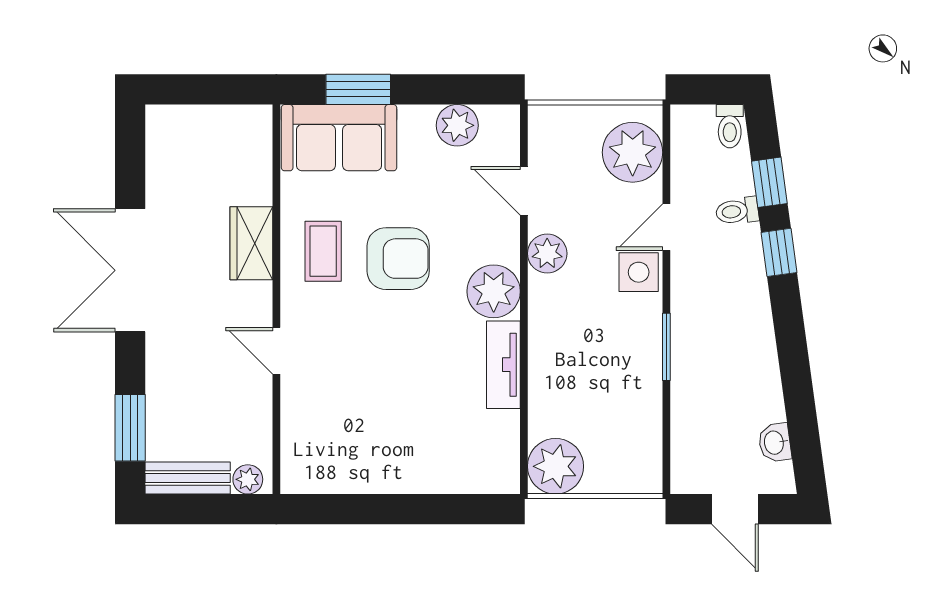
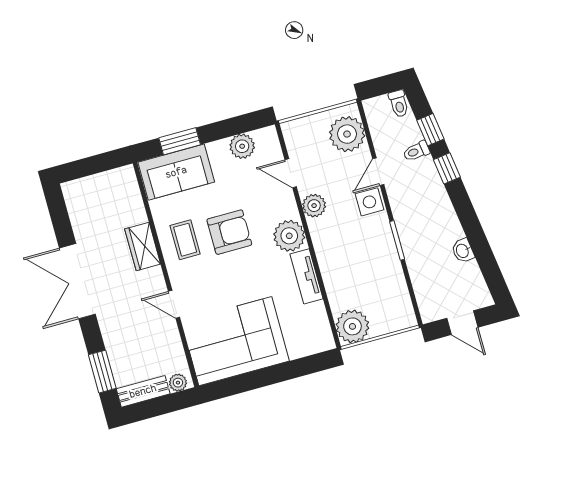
corner sofa: (359, 438) -> (235, 341), added
washbasin: (775, 443) -> (463, 251), moved

